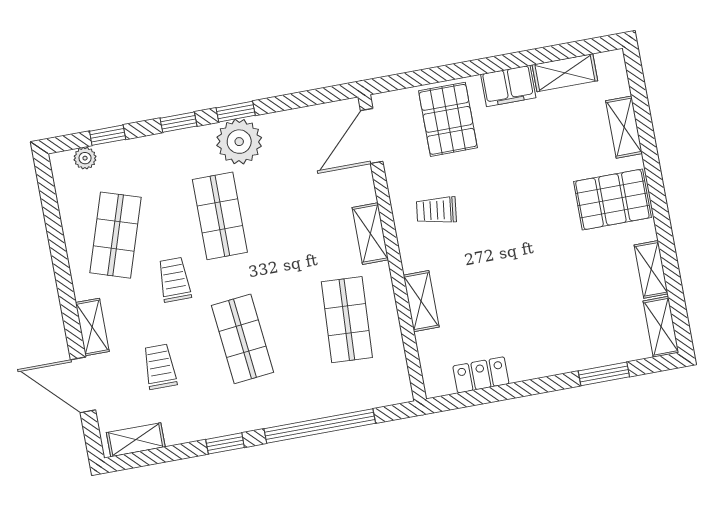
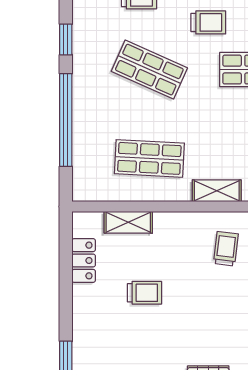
trolley: (506, 297) -> (144, 293), added
shelving: (421, 301) -> (128, 222), moved
shop shelf: (242, 339) -> (149, 70), turned 30

